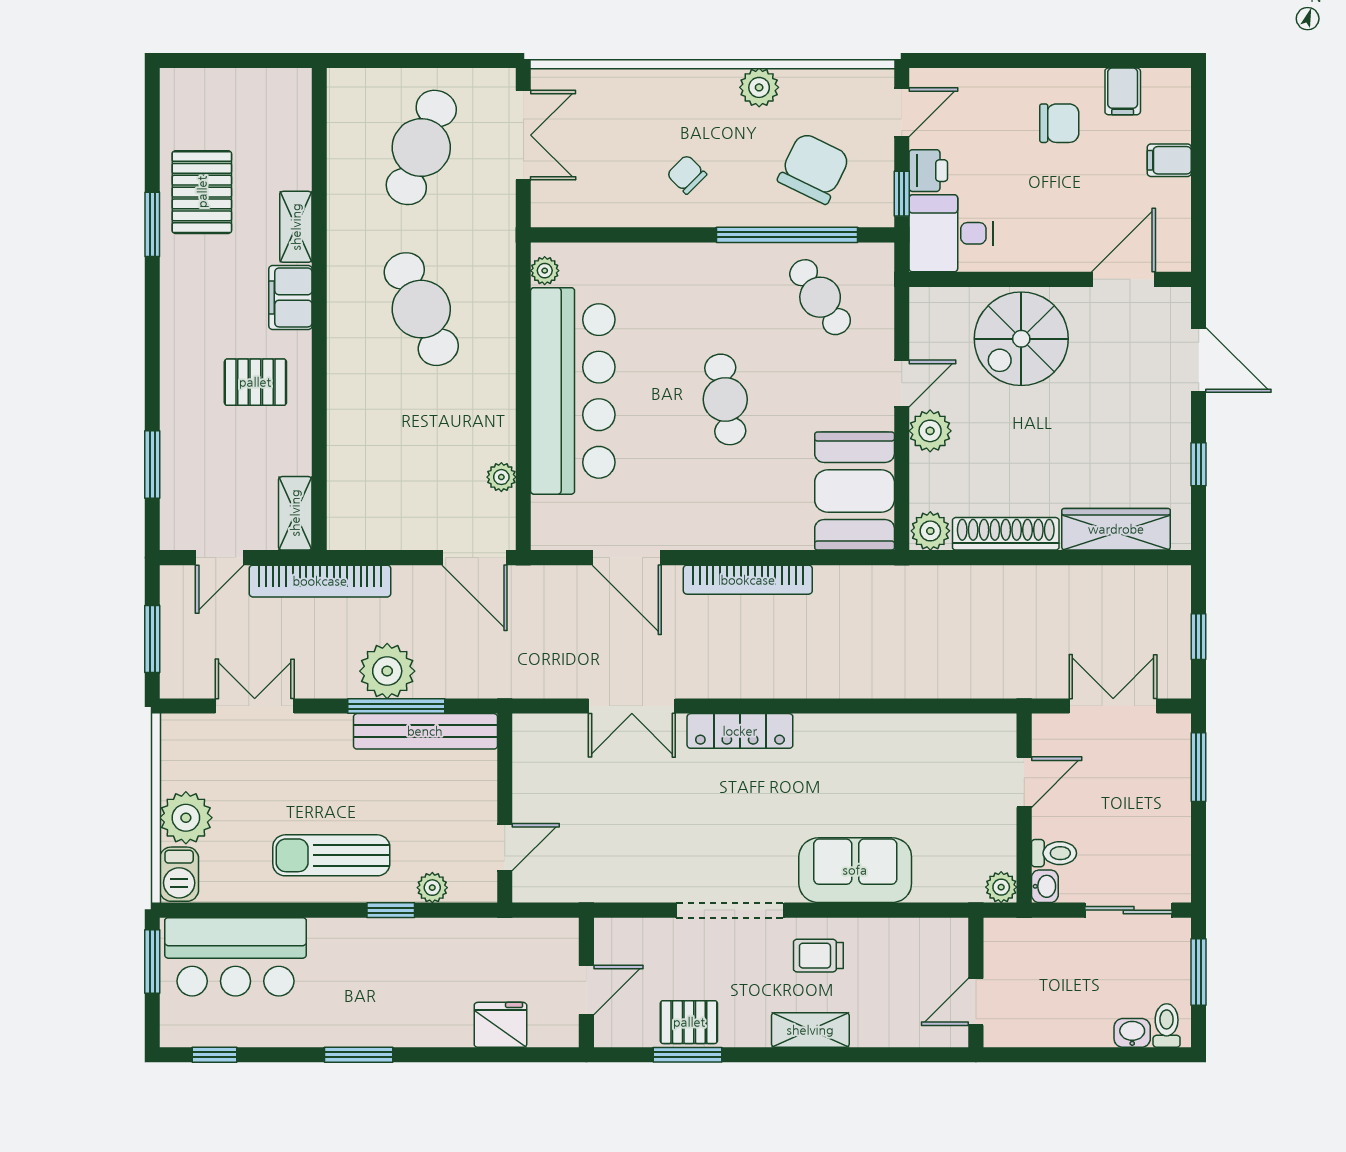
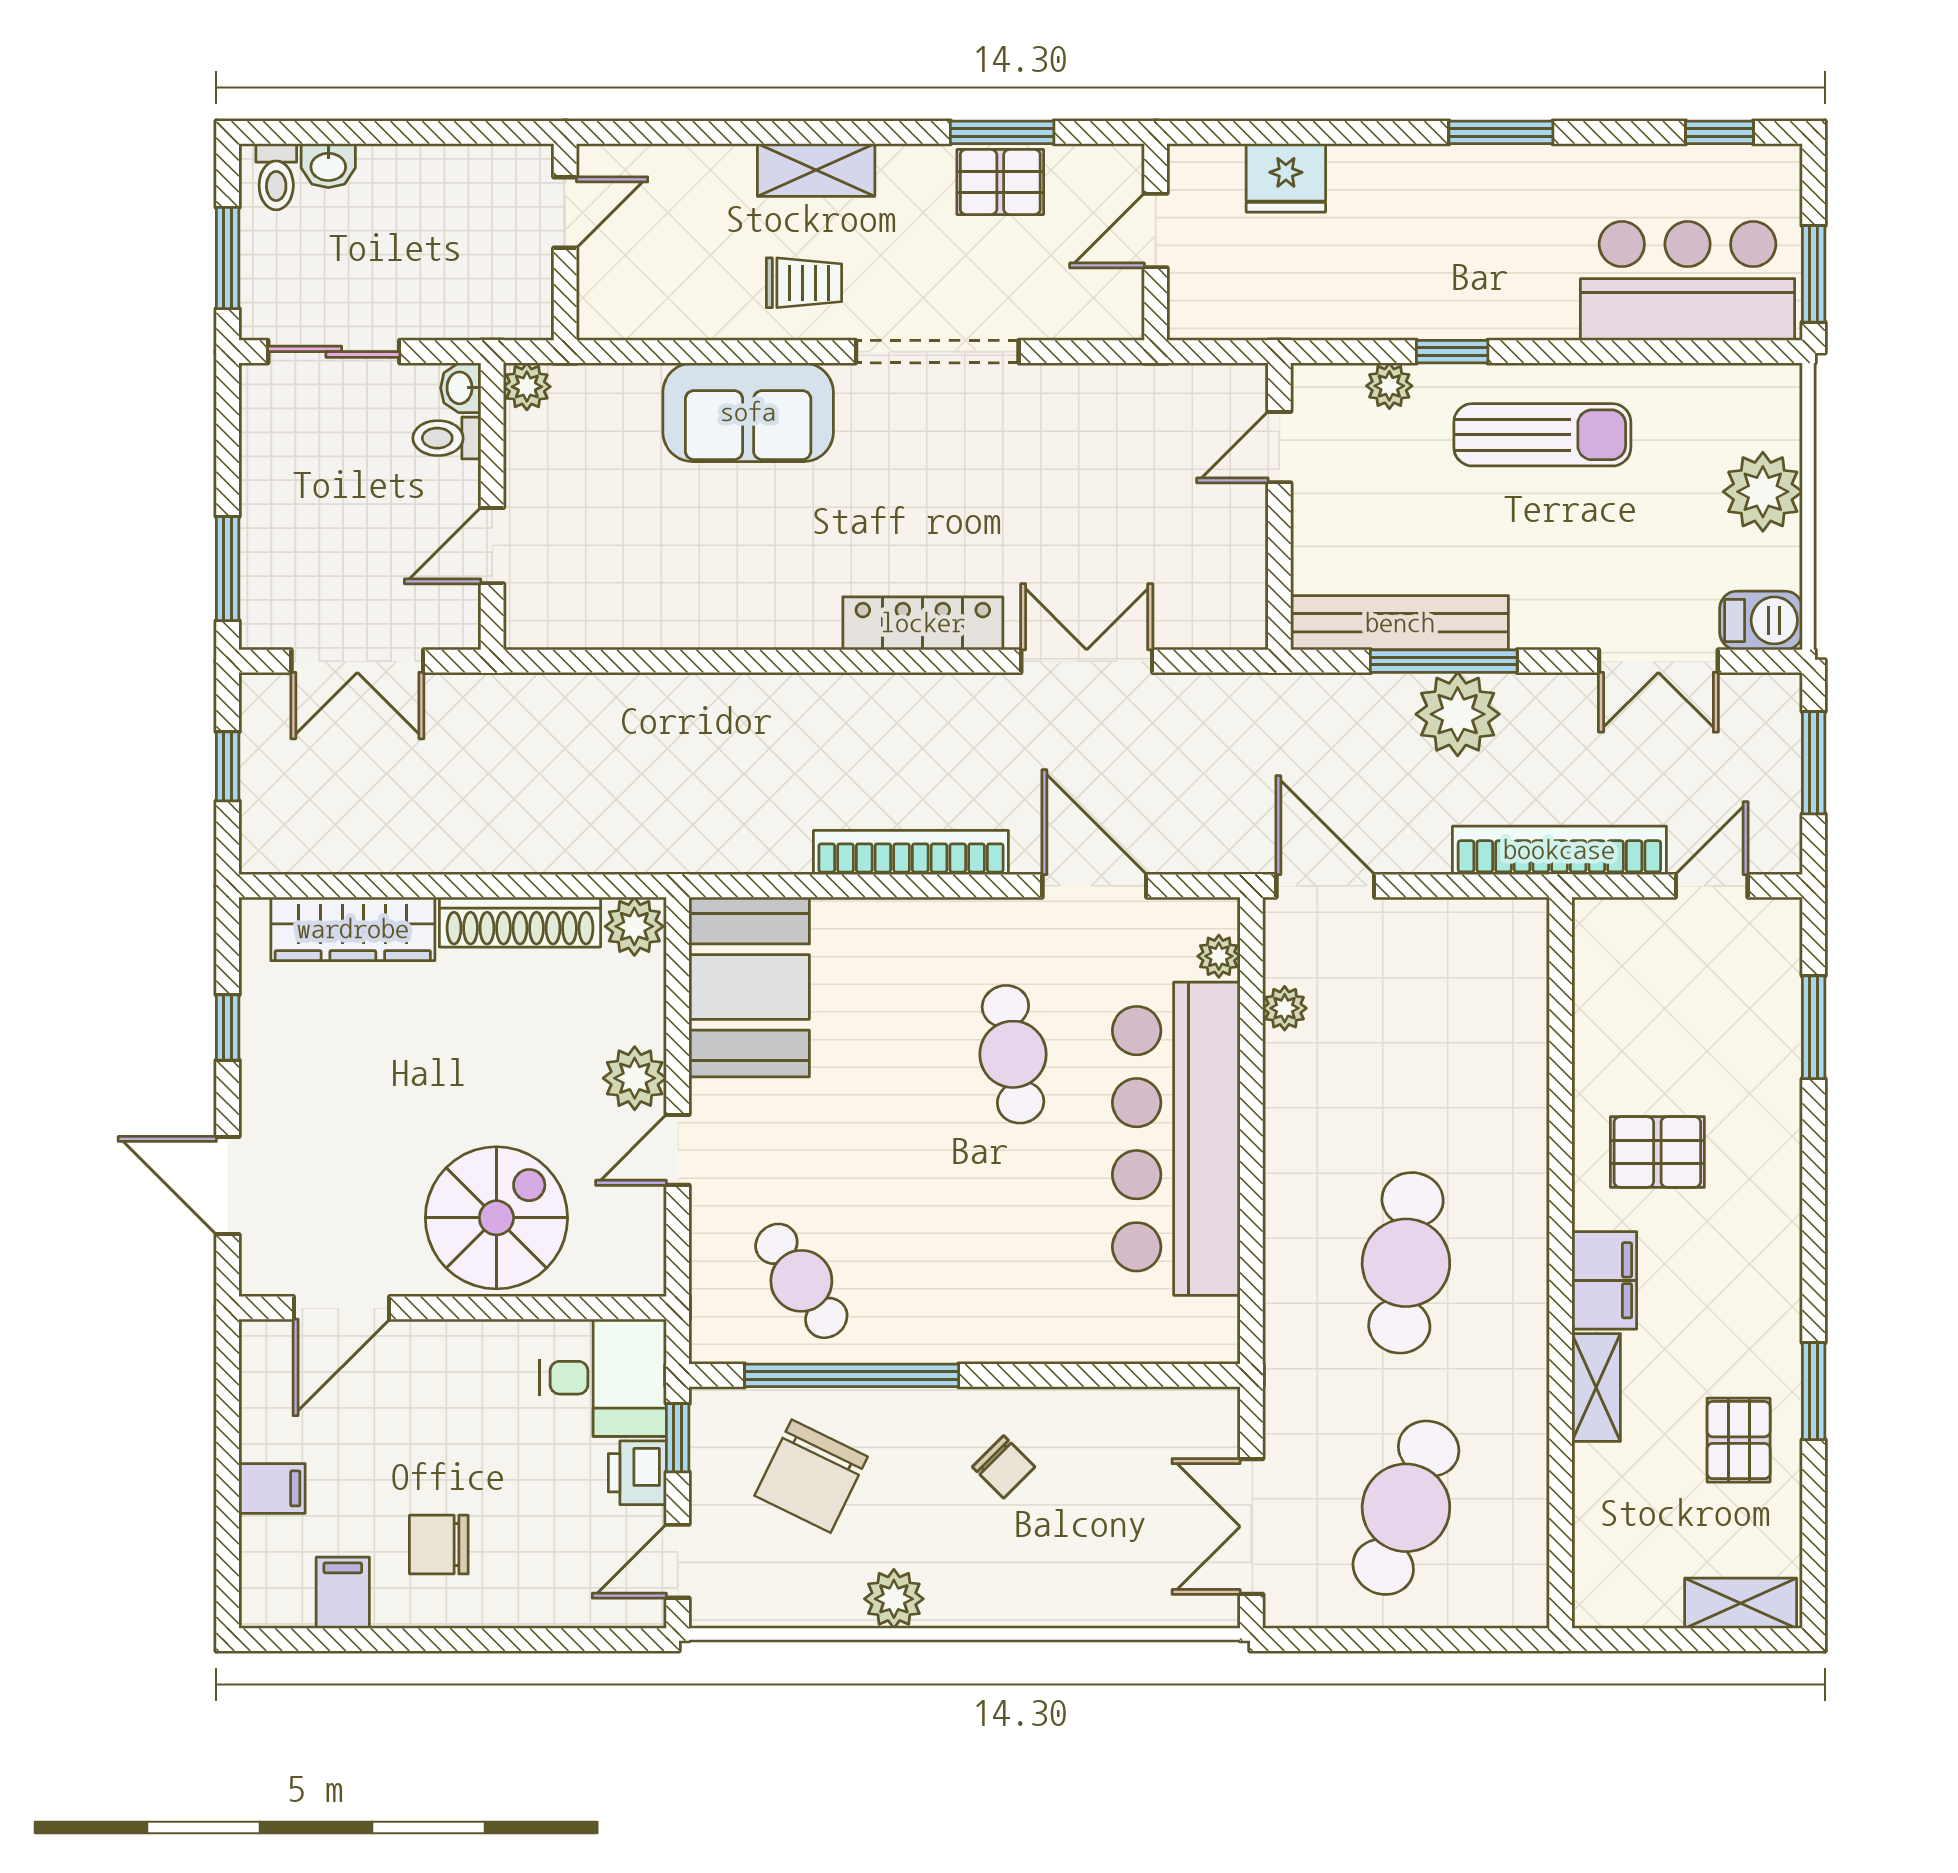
pallet: (202, 192) -> (1739, 1440), width x0.67, depth x0.71
plant: (545, 271) -> (1219, 956), moved
cafe table: (421, 309) -> (1406, 1263), turned 30
cafe table: (725, 399) -> (1013, 1054), moved
shelving: (295, 513) -> (1741, 1603), moved, turned 90
barbecue: (179, 874) -> (1761, 620), moved, turned 90

